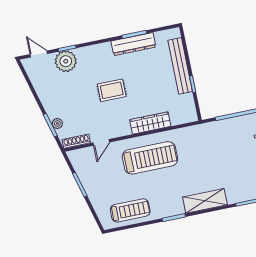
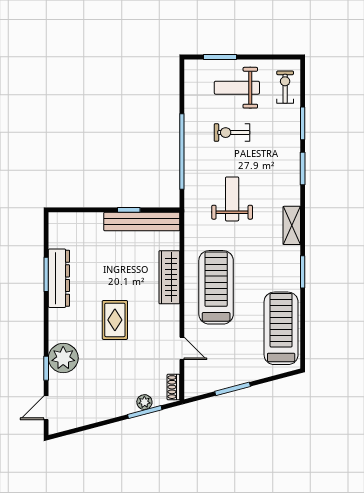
plant: (66, 61) -> (63, 358), moved
bench: (180, 66) -> (142, 221), moved
shoe rack: (76, 141) -> (173, 387), width x0.70
weight bench: (216, 156) -> (232, 199), added
shelving: (205, 201) -> (292, 225), width x0.67, depth x0.75
treadmill: (130, 210) -> (281, 328), width x1.37, depth x1.38

